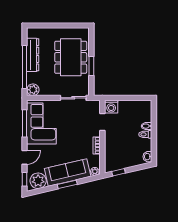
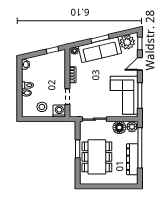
floor lamp: (47, 89) -> (119, 127), added
stool: (130, 111) -> (42, 107), added

